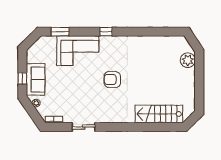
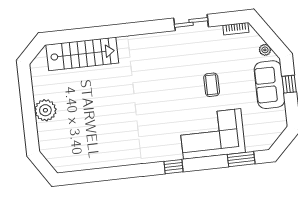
plant: (188, 60) -> (45, 110), moved
armchair: (112, 79) -> (157, 97), removed
coffee table: (74, 84) -> (212, 85), added

